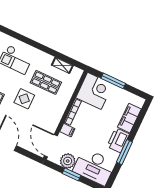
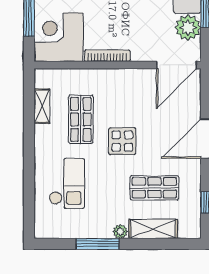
filing cabinet: (67, 130) -> (140, 51), removed

